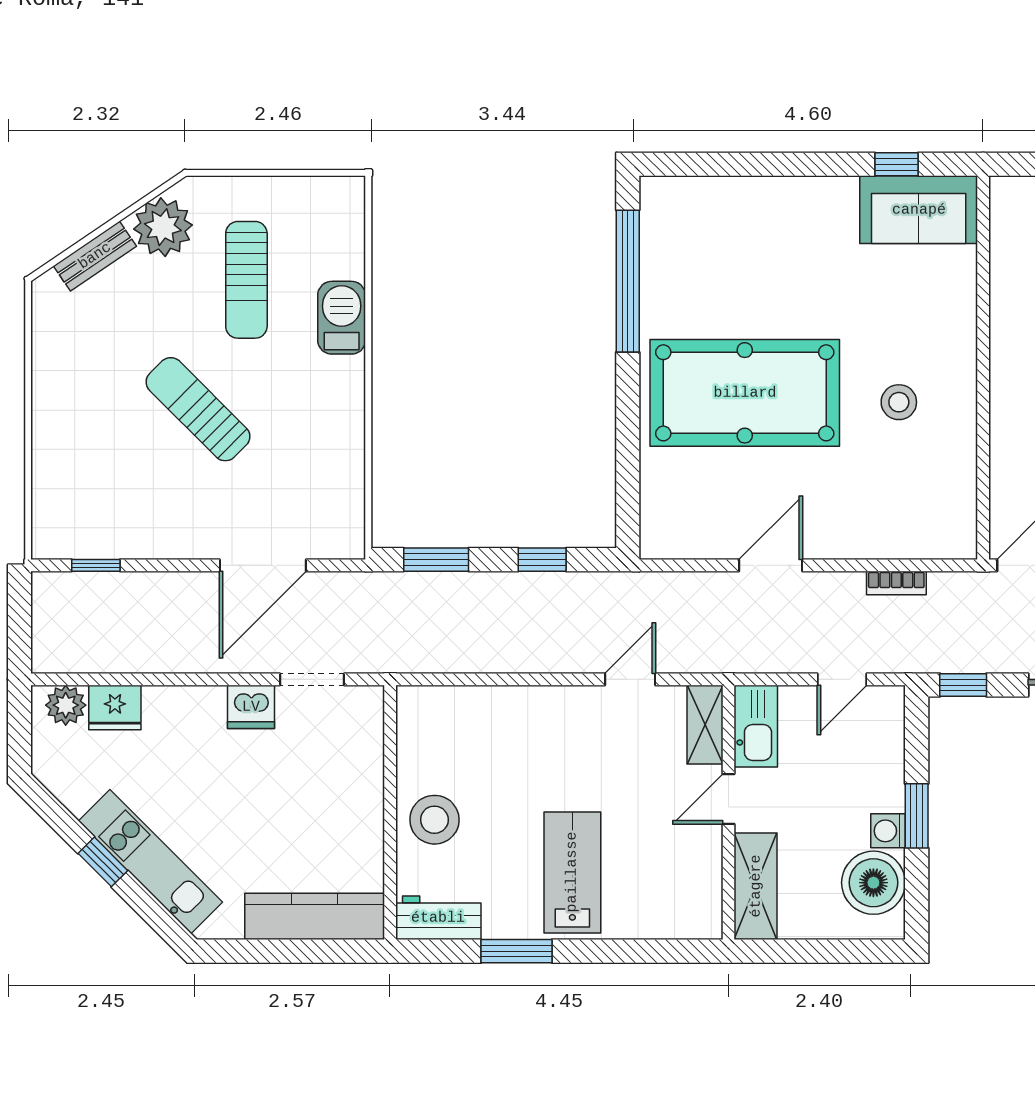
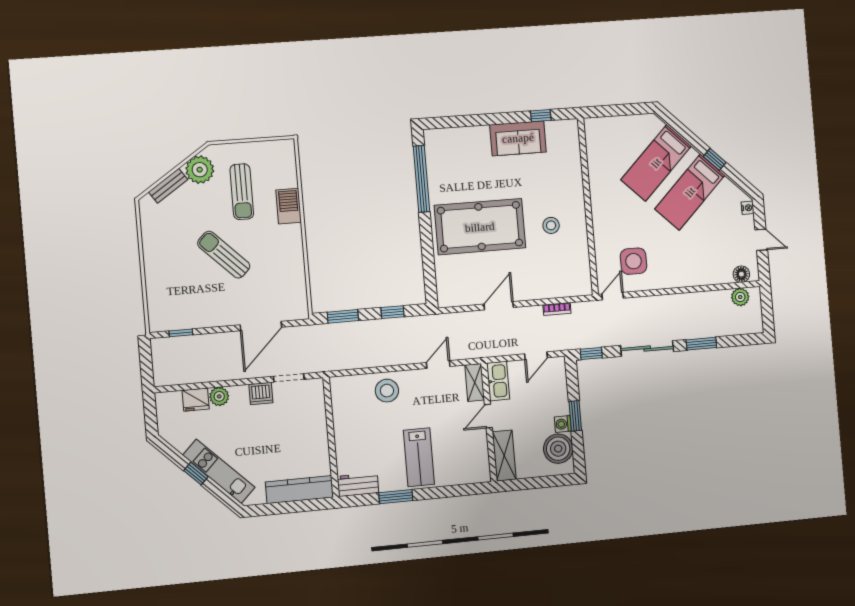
sofa: (919, 210) -> (518, 138), moved
plant: (66, 705) -> (219, 396), moved
stool: (434, 820) -> (387, 391), moved
lab bench: (572, 872) -> (419, 457), turned 180

